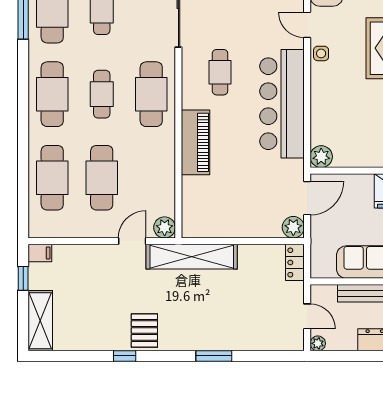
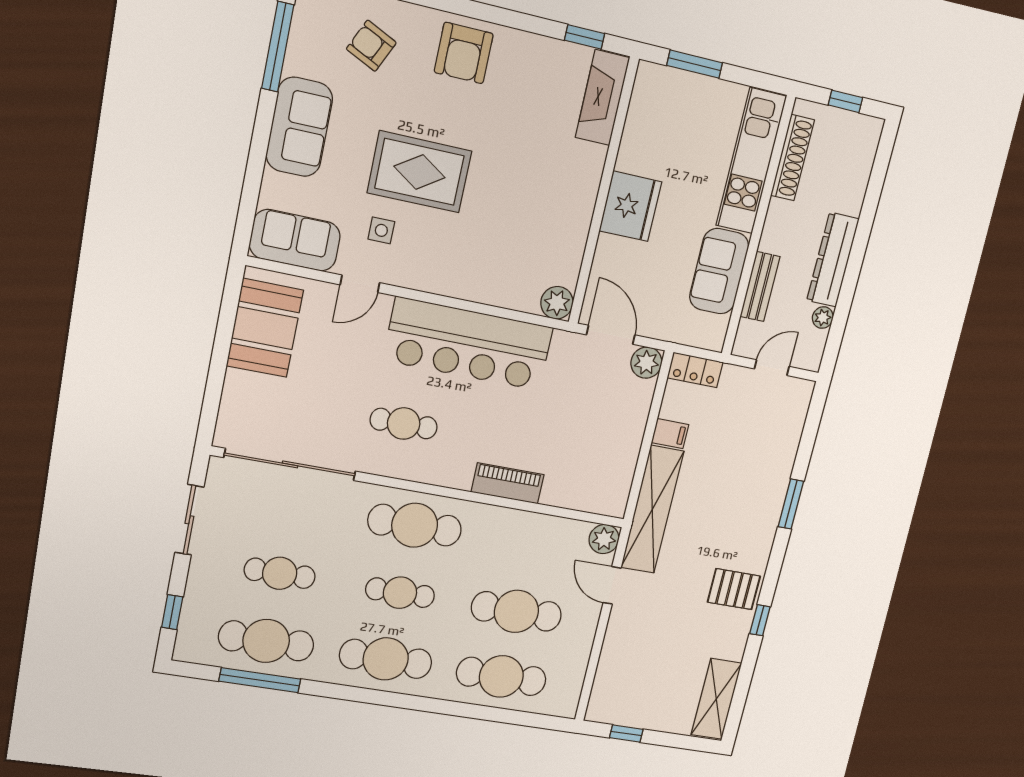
side table: (321, 53) -> (381, 230), moved
piano: (195, 142) -> (507, 483), width x0.73, depth x0.75
filing cabinet: (40, 253) -> (670, 434), moved, turned 90
shelving: (40, 321) -> (716, 699), moved, turned 90
plant: (318, 343) -> (823, 318), moved

